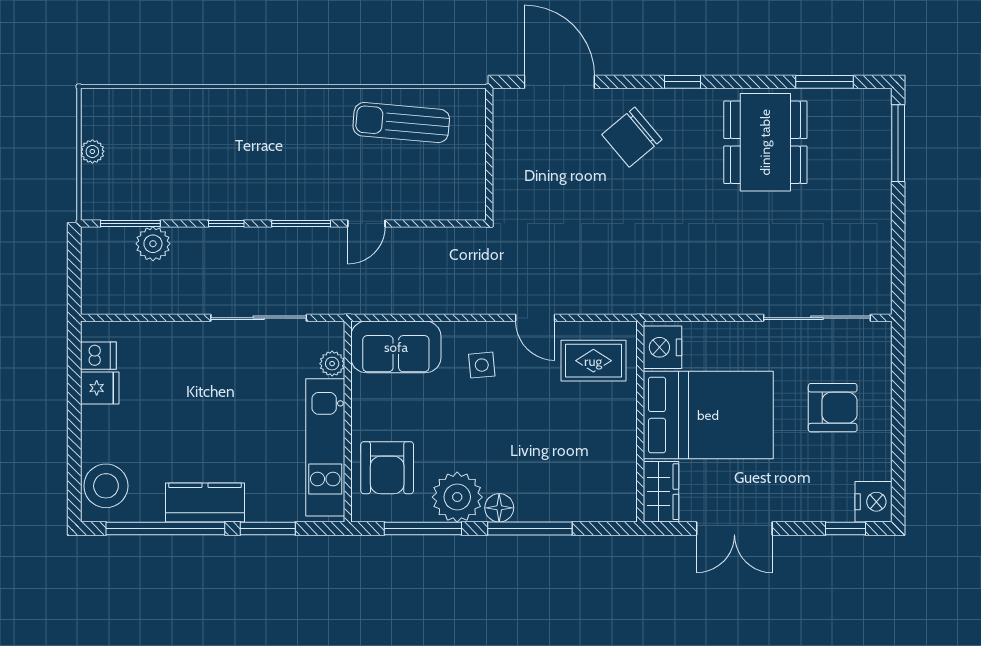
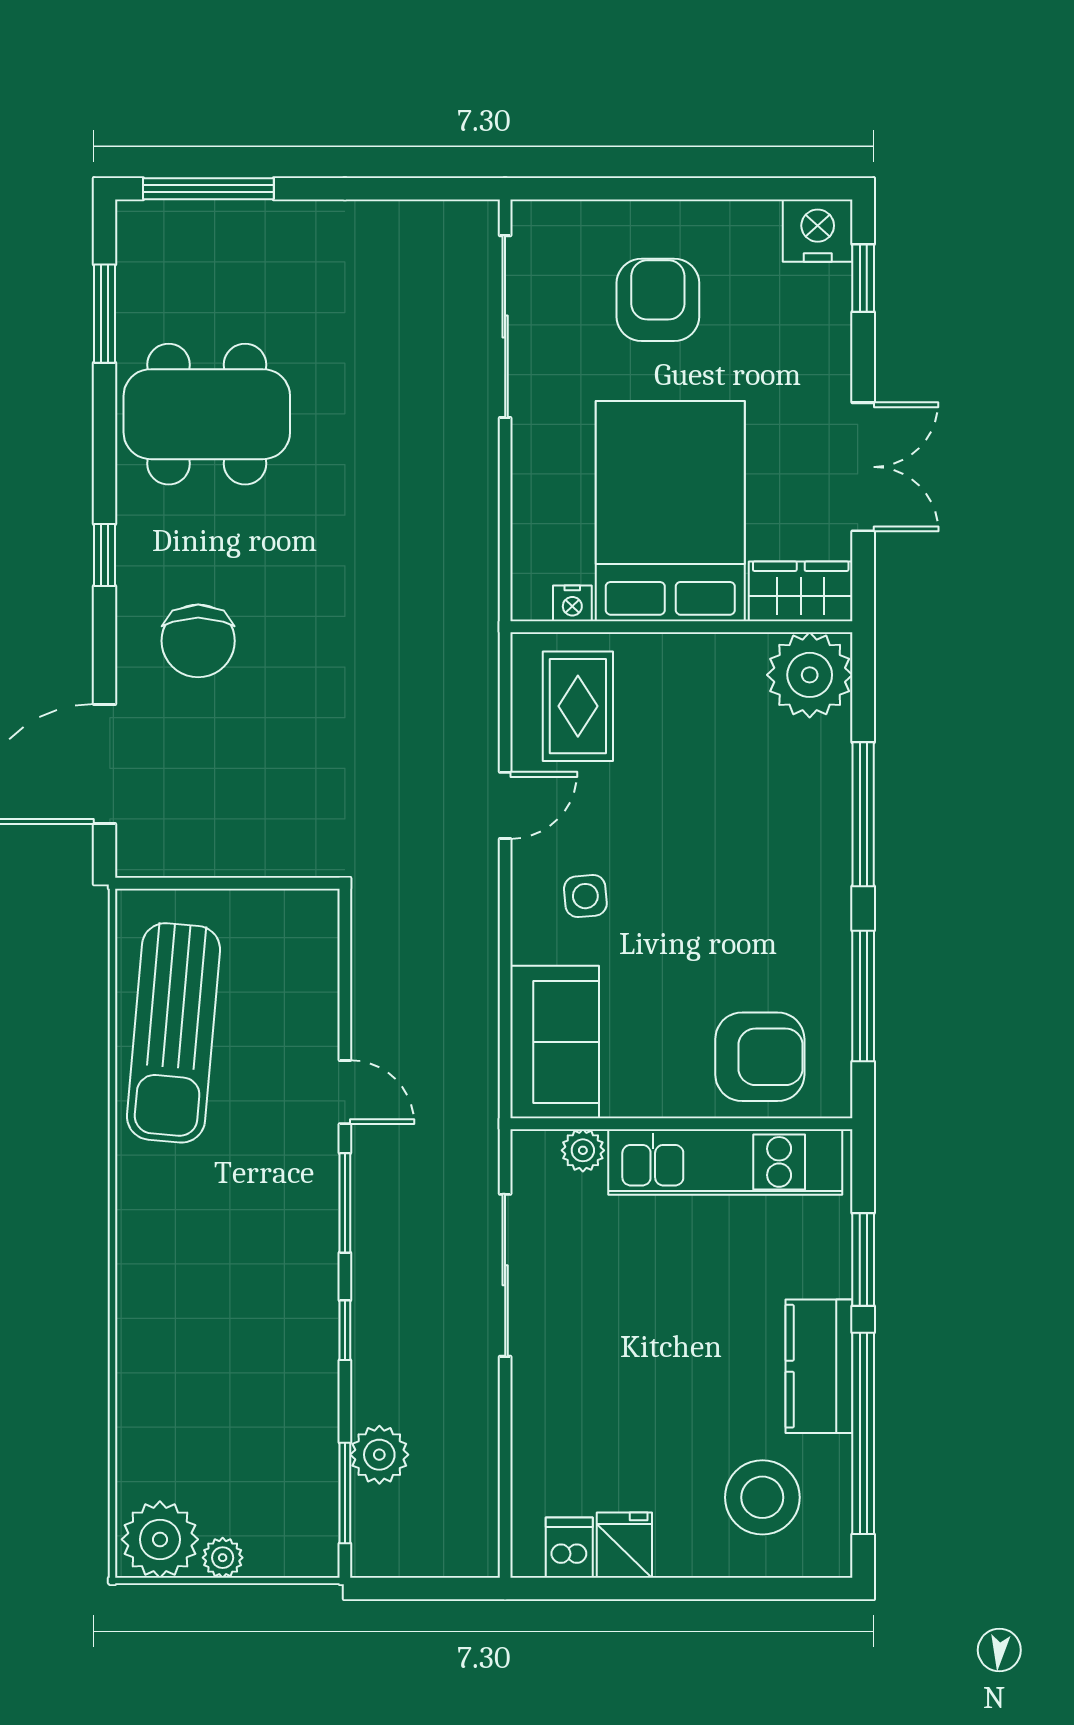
plant: (103, 115) -> (160, 1539), added
sun lounger: (401, 123) -> (173, 1033), width x1.36, depth x1.34
chair: (632, 137) -> (198, 641), turned 40
nightstand: (662, 347) -> (572, 603), width x0.53, depth x0.56
stool: (106, 486) -> (762, 1497), moved
plant: (457, 497) -> (810, 675), moved
floor lamp: (499, 508) -> (828, 866), removed

